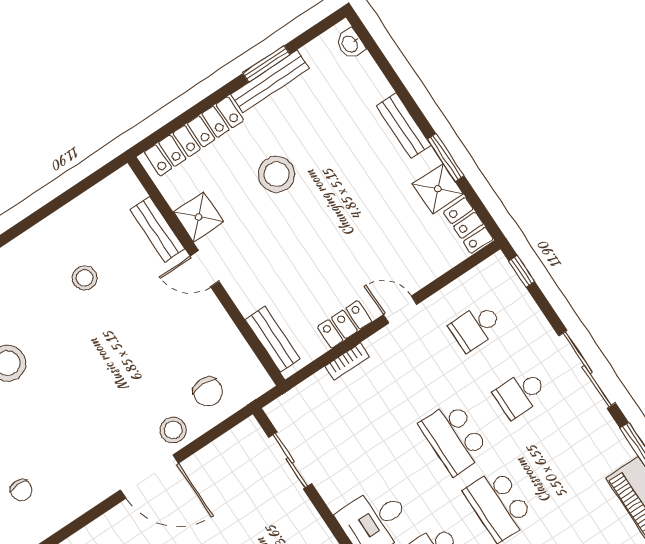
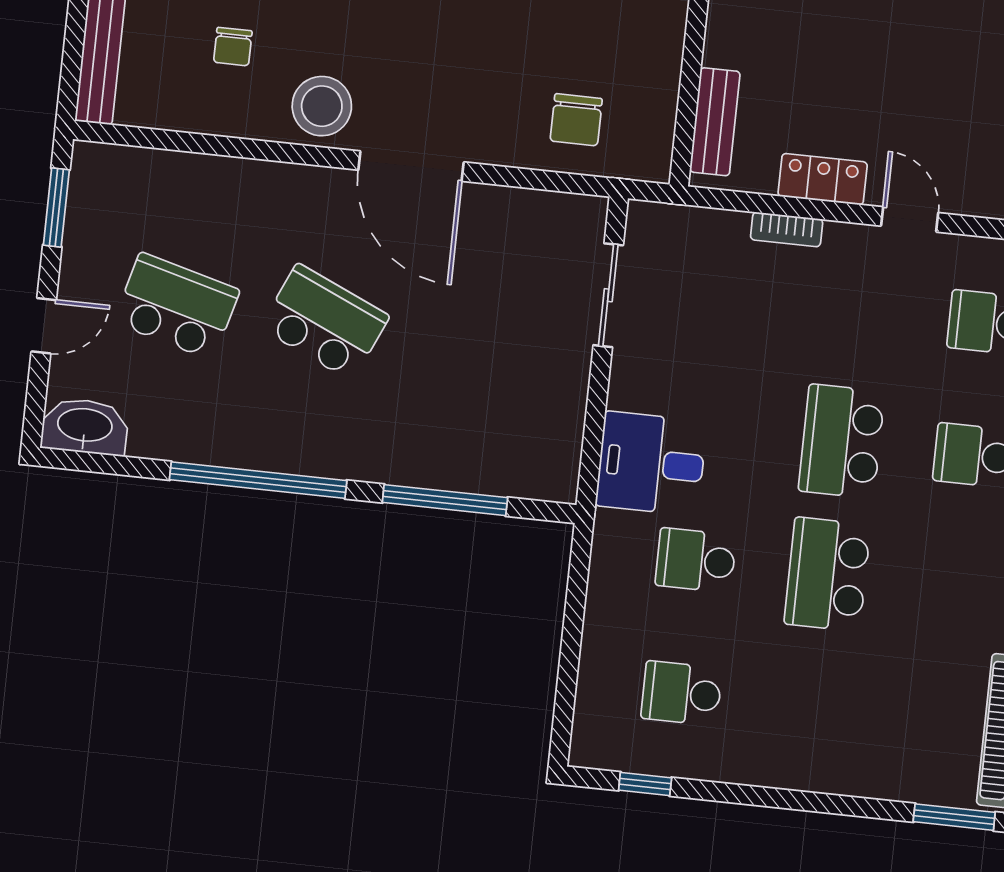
stool: (173, 430) -> (322, 106), moved, width x1.38, depth x1.38

